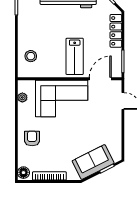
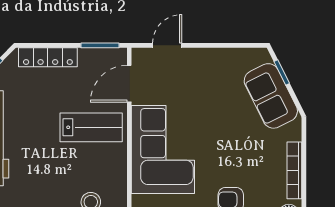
door: (100, 79) -> (129, 84), hinge flipped

